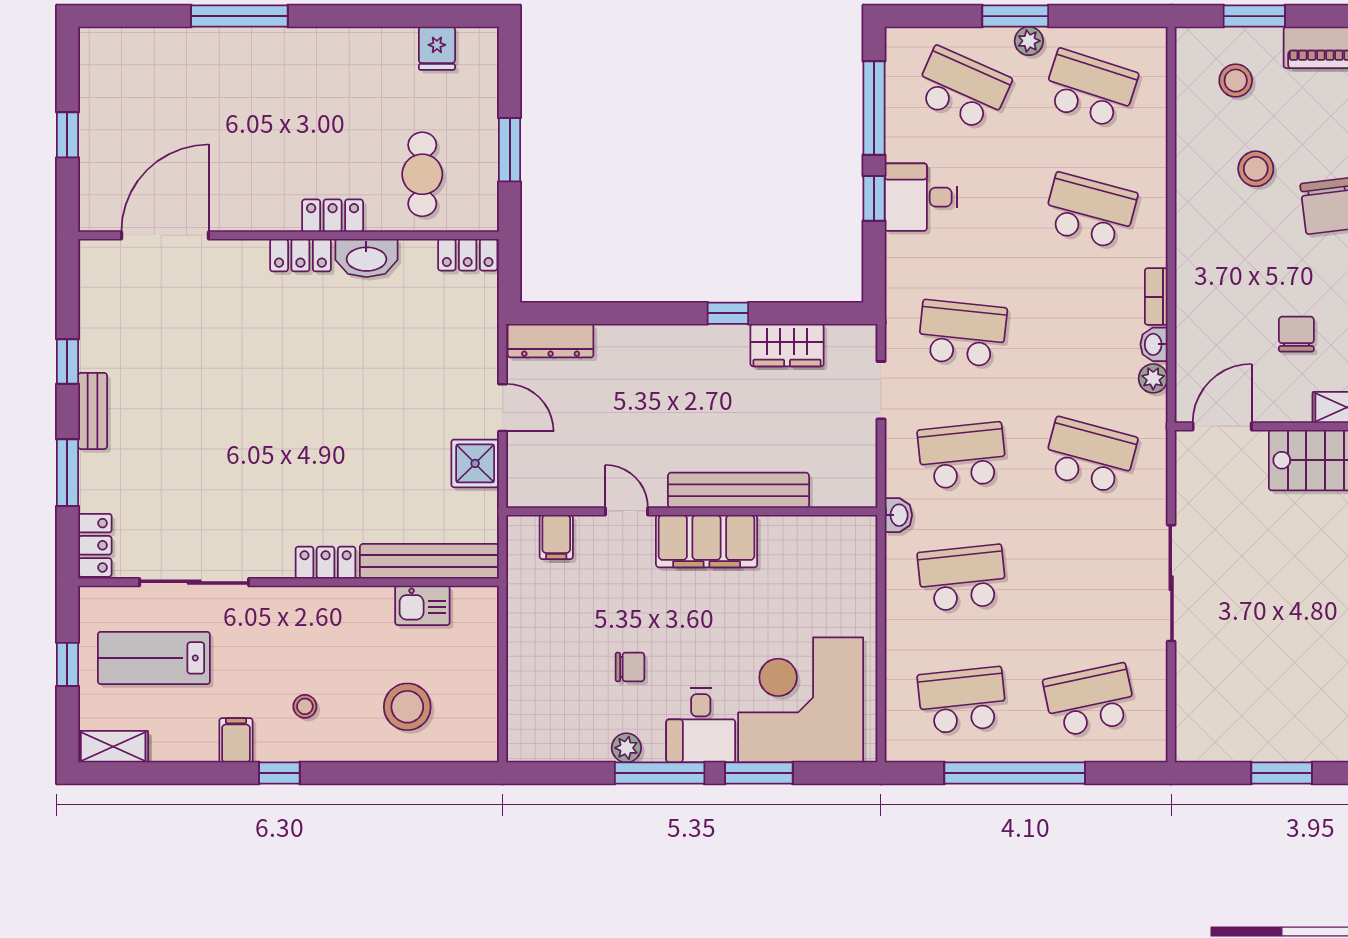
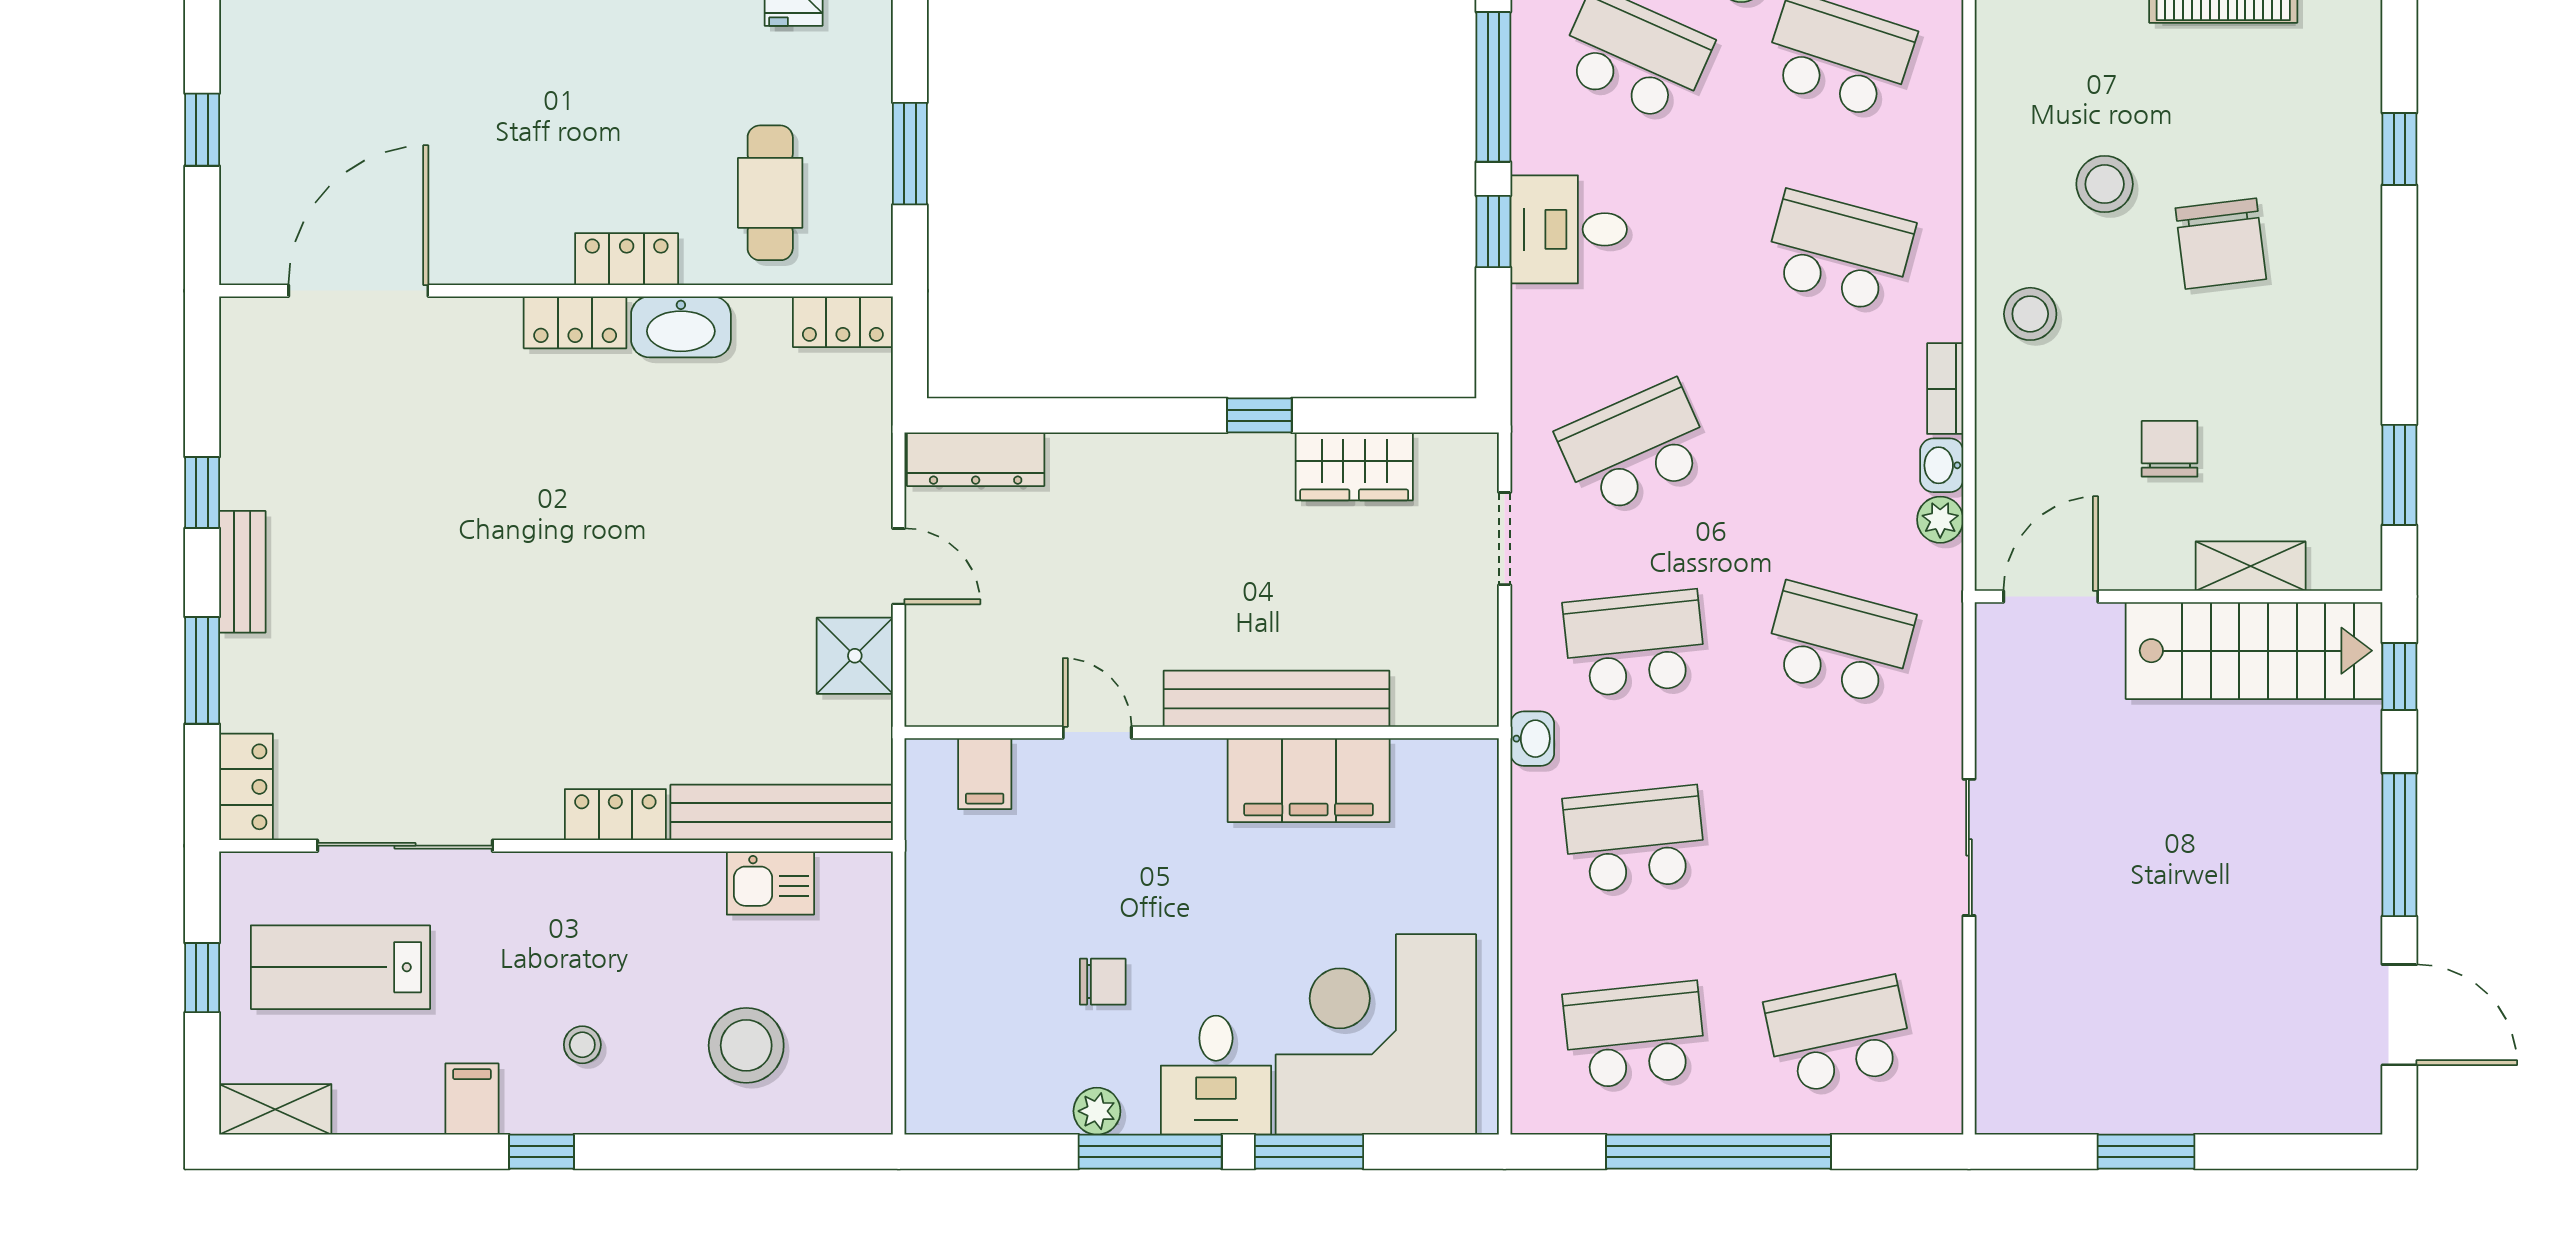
stool: (1236, 81) -> (2030, 314), moved
school desk: (962, 333) -> (1635, 448), turned -30
filing cabinet: (707, 541) -> (1309, 780), moved
sliding door: (1171, 583) -> (1969, 847), width x0.73

